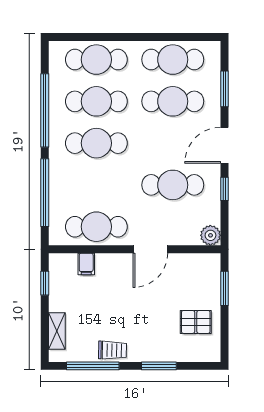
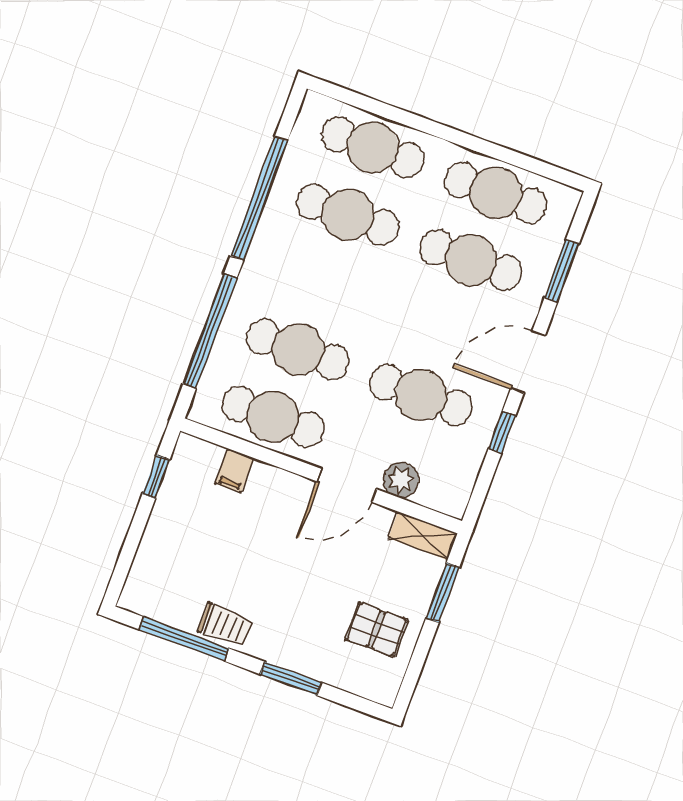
cafe table: (96, 143) -> (298, 349), moved
plant: (210, 235) -> (401, 480), moved
shelving: (57, 331) -> (423, 536), moved, turned 90

